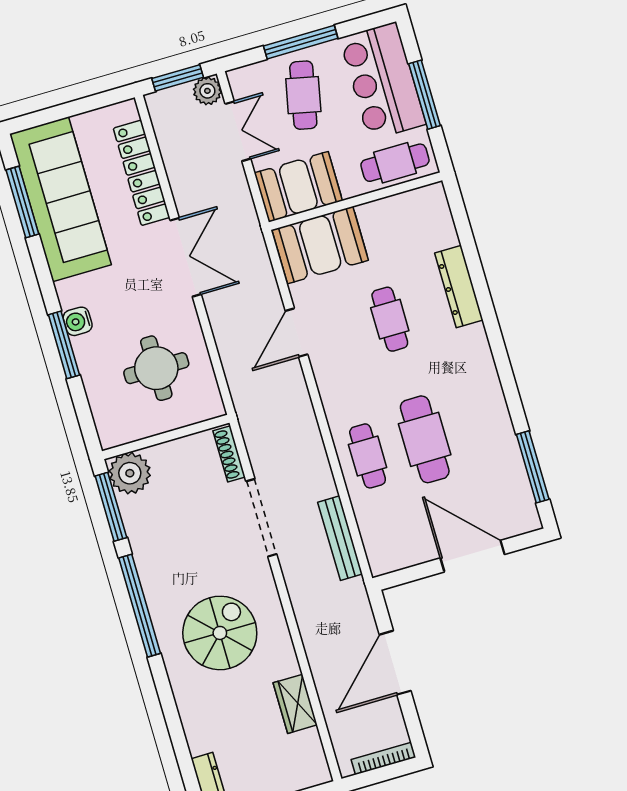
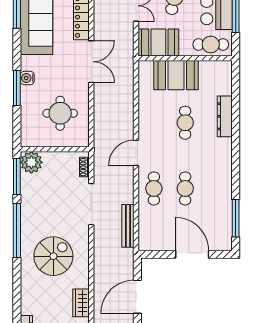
booth: (320, 245) -> (176, 75), moved
door: (296, 333) -> (136, 153), moved
cafe table: (425, 439) -> (185, 188), width x0.73, depth x0.74
shoe rack: (229, 454) -> (84, 167), width x0.70

